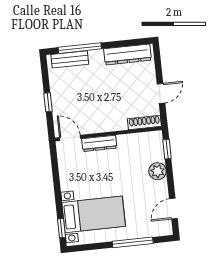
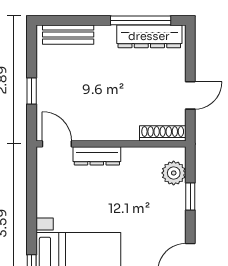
window: (80, 48) -> (141, 20), moved
window: (167, 149) -> (190, 196), moved
plant: (157, 171) -> (174, 173), moved

